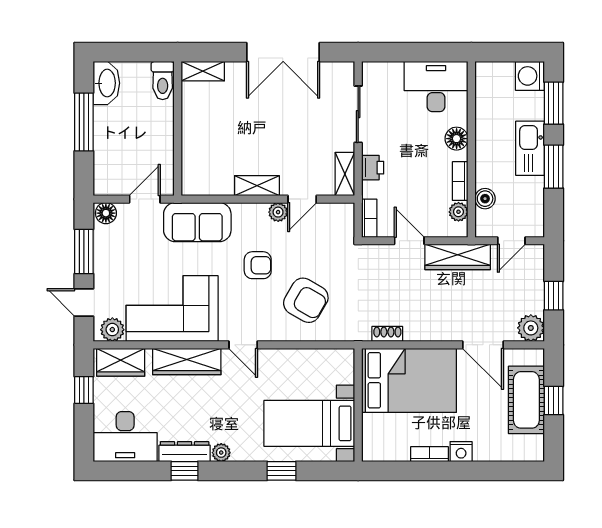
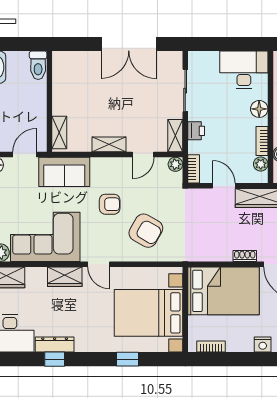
shelving: (203, 71) -> (59, 133), moved, turned 90
plant: (278, 212) -> (175, 164), moved
shoe rack: (387, 334) -> (245, 256), moved
wardrobe: (187, 362) -> (65, 277), width x0.67
bed with nightstands: (309, 423) -> (148, 313), width x1.36
plant: (221, 453) -> (82, 345), removed
bookcase: (429, 454) -> (211, 346), moved

